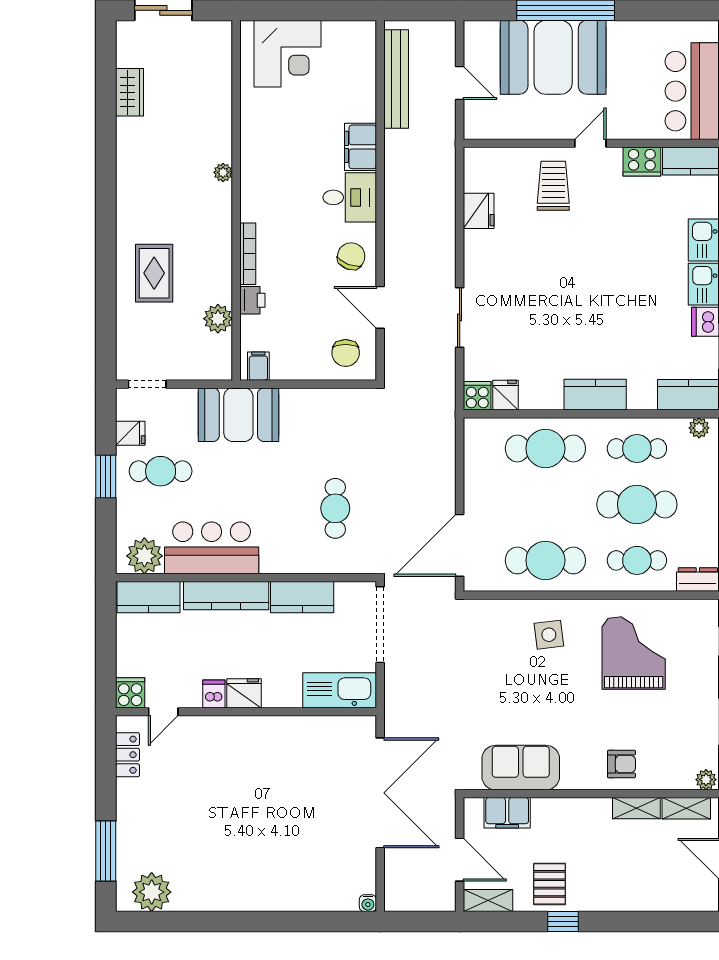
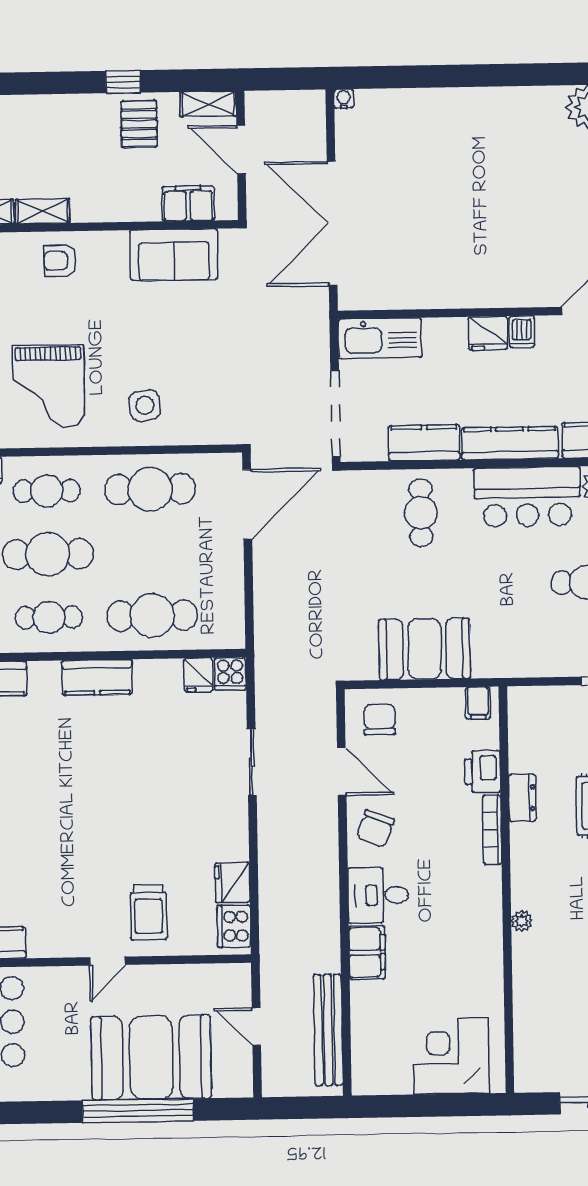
cooker: (642, 162) -> (234, 926), moved, turned -90
dresser: (221, 281) -> (522, 798), added
printer: (252, 300) -> (483, 772), width x1.36, depth x1.24
plant: (218, 319) -> (525, 756), removed
booth: (238, 415) -> (425, 649), moved
cafe table: (335, 508) -> (421, 513), moved

